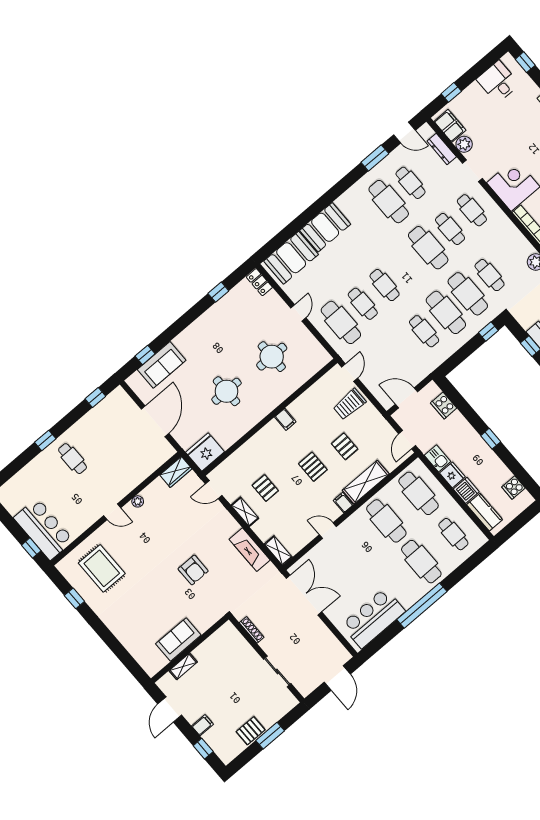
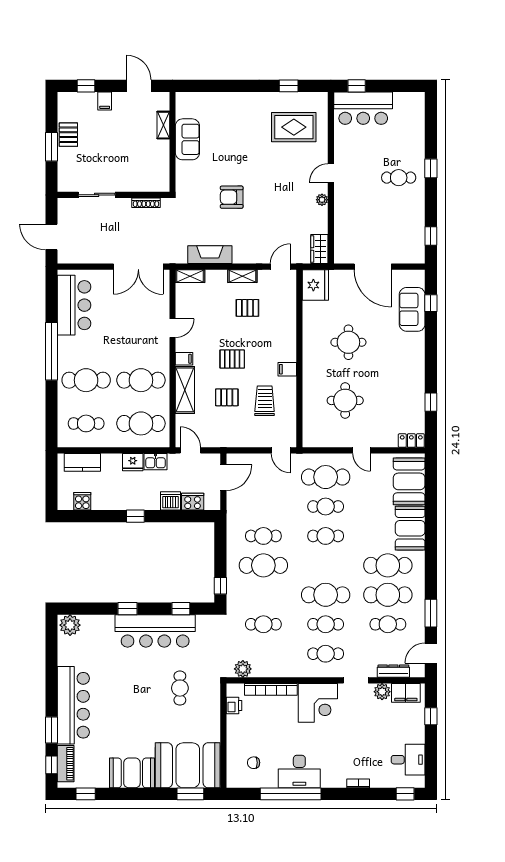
cafe table: (468, 294) -> (388, 565), moved
trolley: (350, 404) -> (265, 401), moved
dishwasher: (466, 490) -> (170, 501), moved, turned 180

